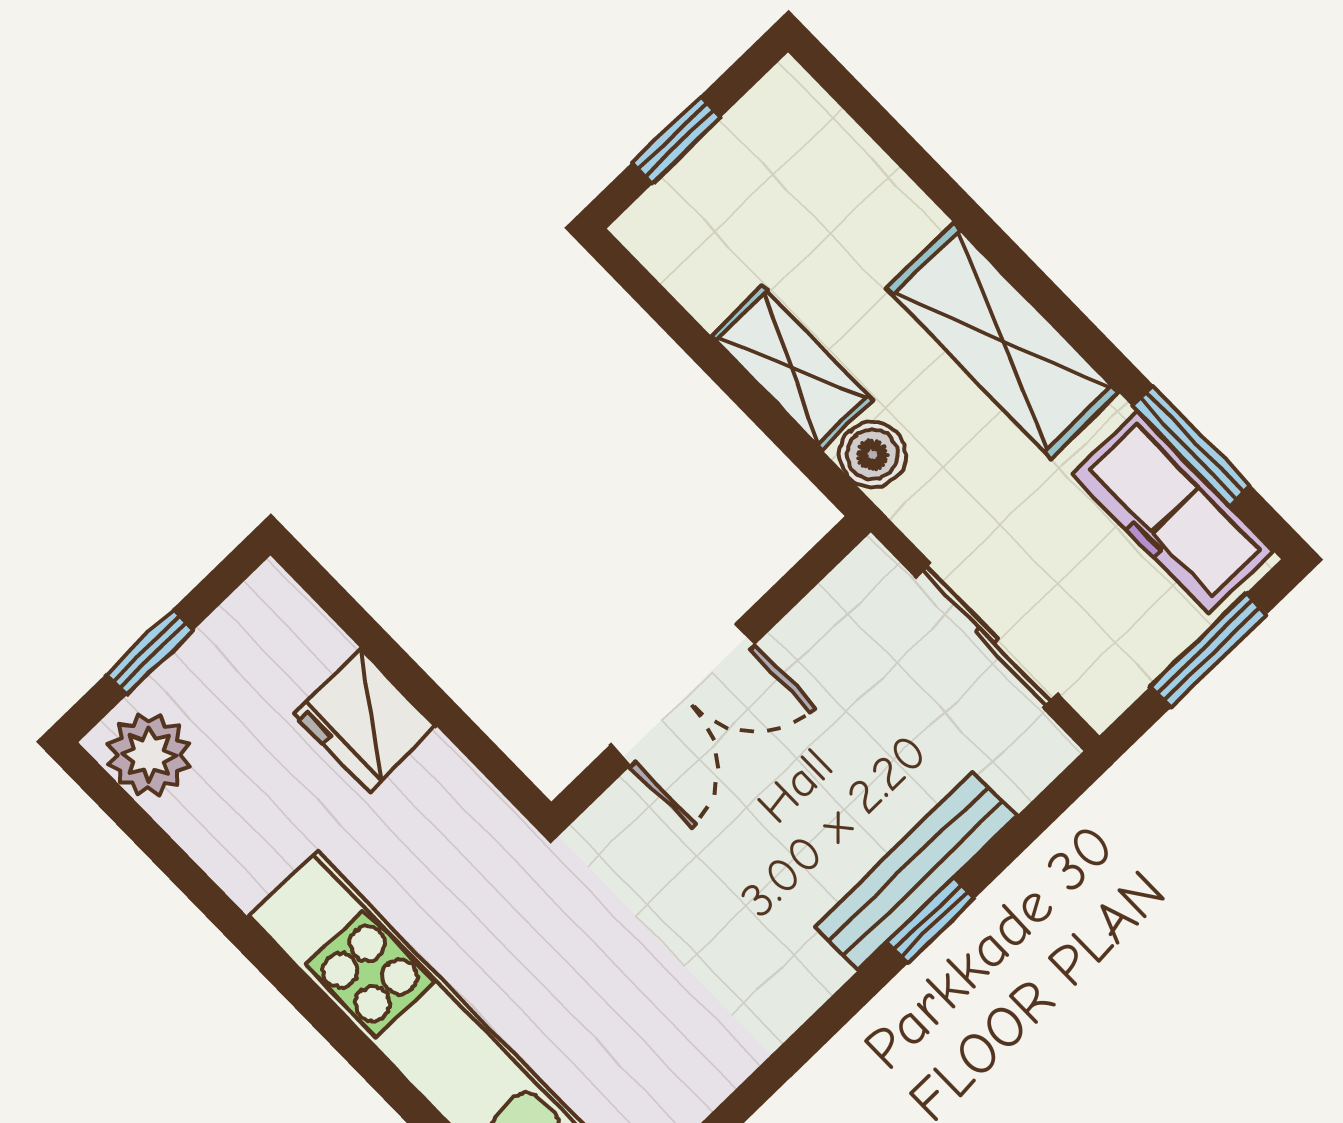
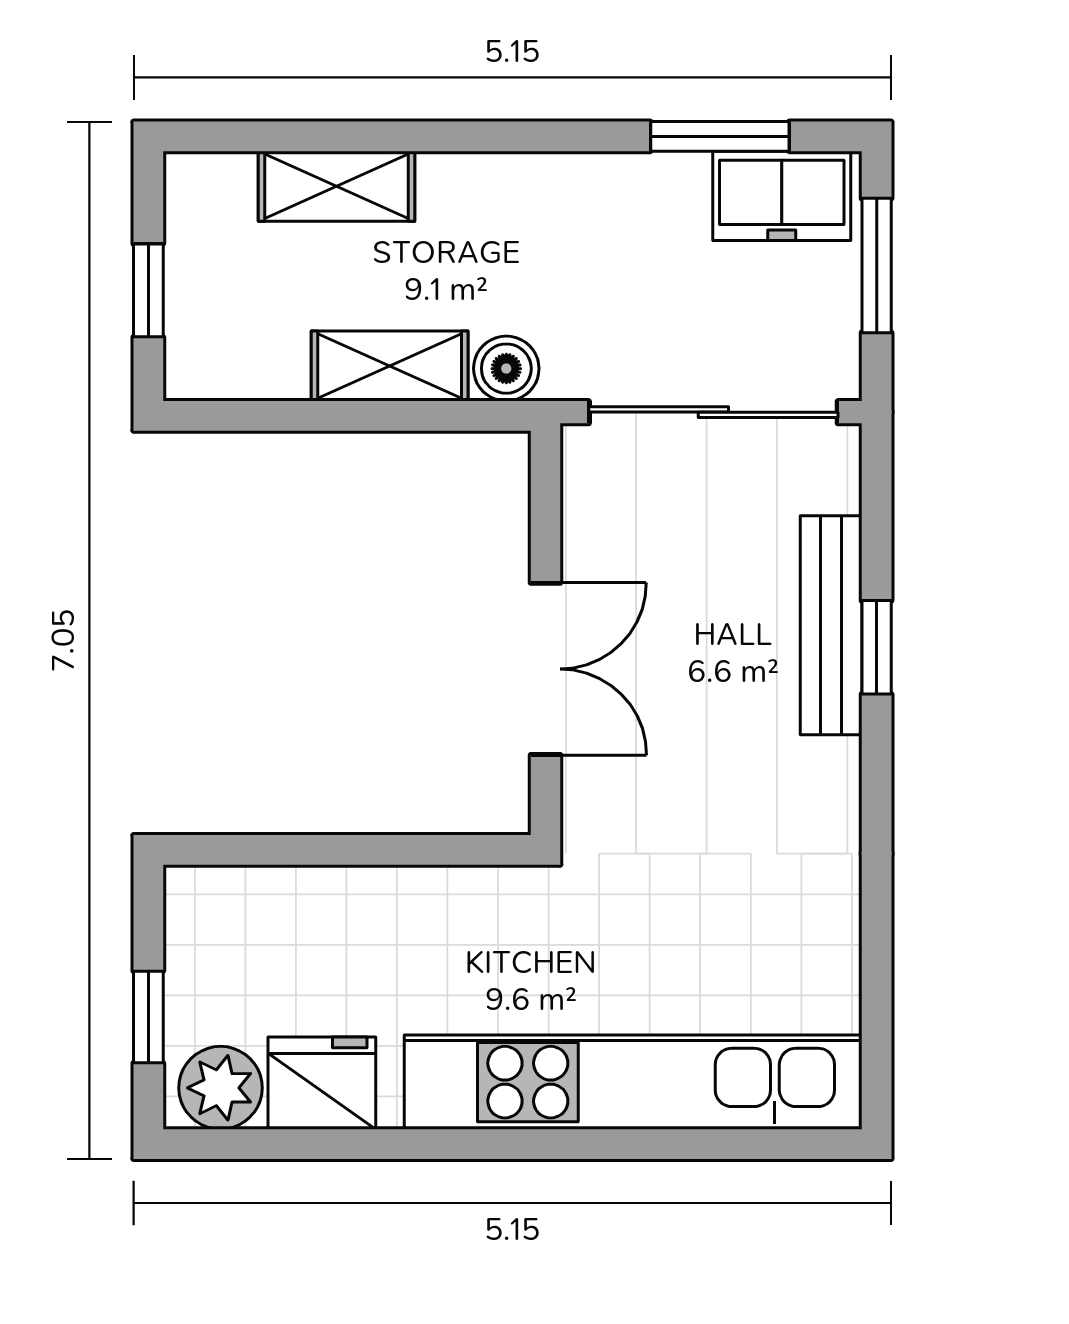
shelving: (1002, 341) -> (337, 186), moved, width x0.67, depth x0.75
freezer: (1173, 513) -> (782, 196), width x0.71
sliding door: (987, 636) -> (713, 412), width x1.37
fridge: (365, 720) -> (322, 1083), moved, turned 180

